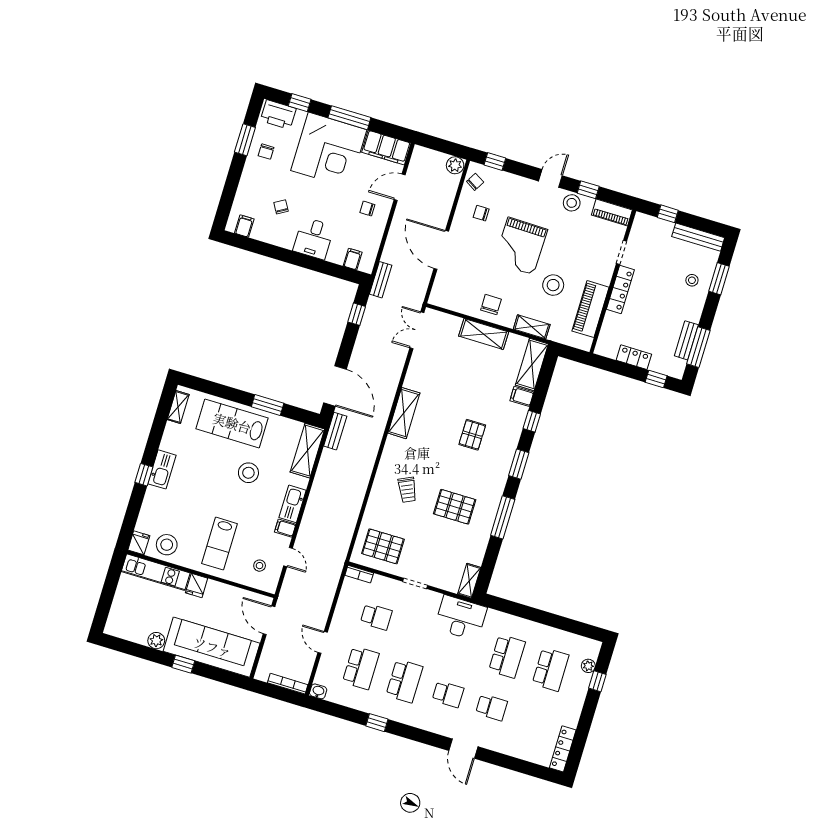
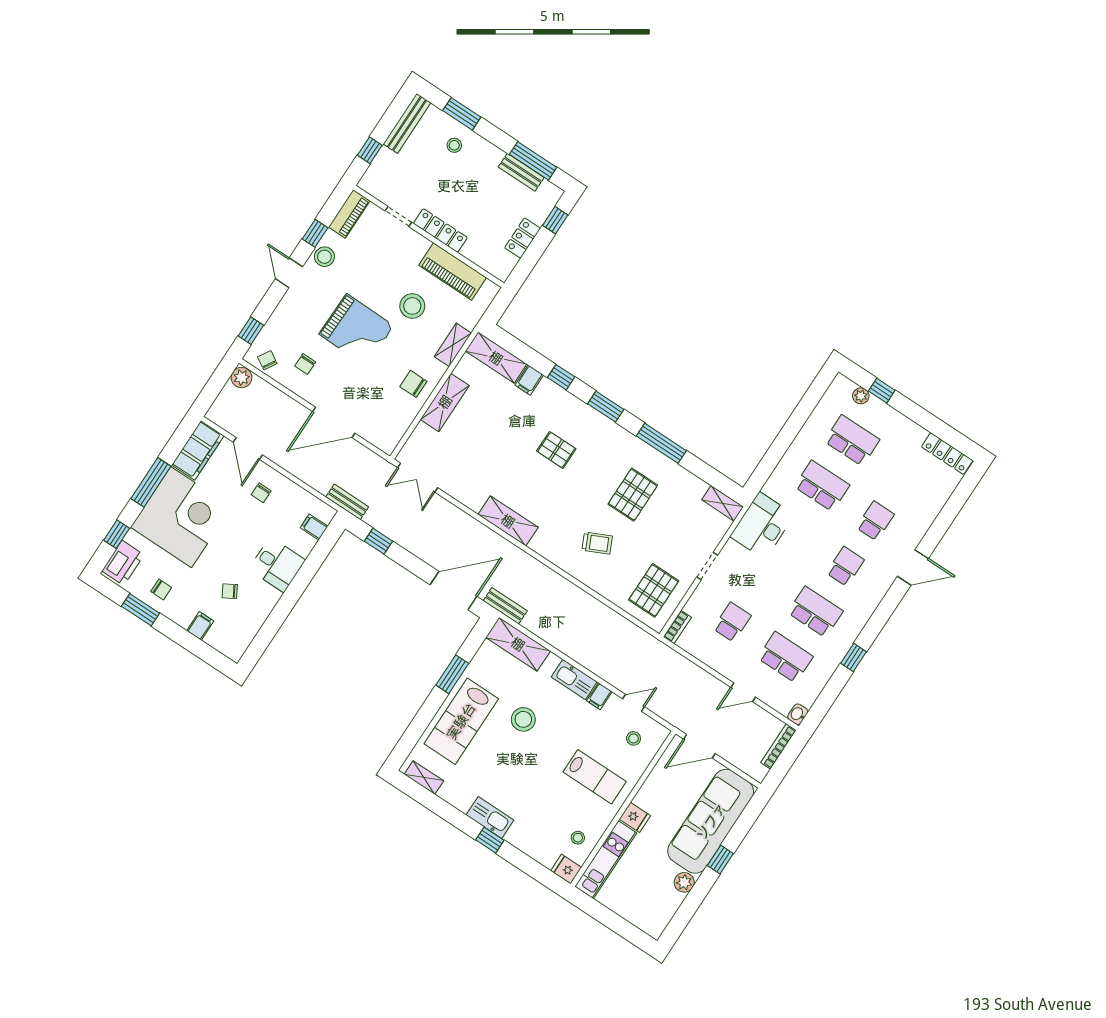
filing cabinet: (244, 226) -> (200, 626), moved, turned 90
stool: (167, 545) -> (578, 838), width x0.53, depth x0.53

